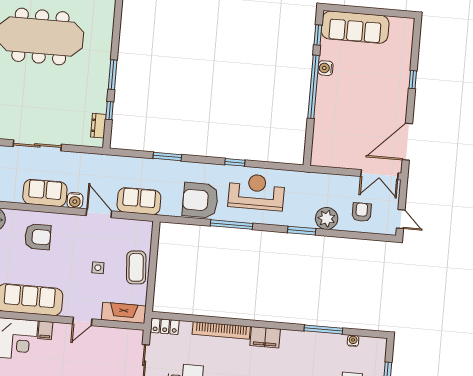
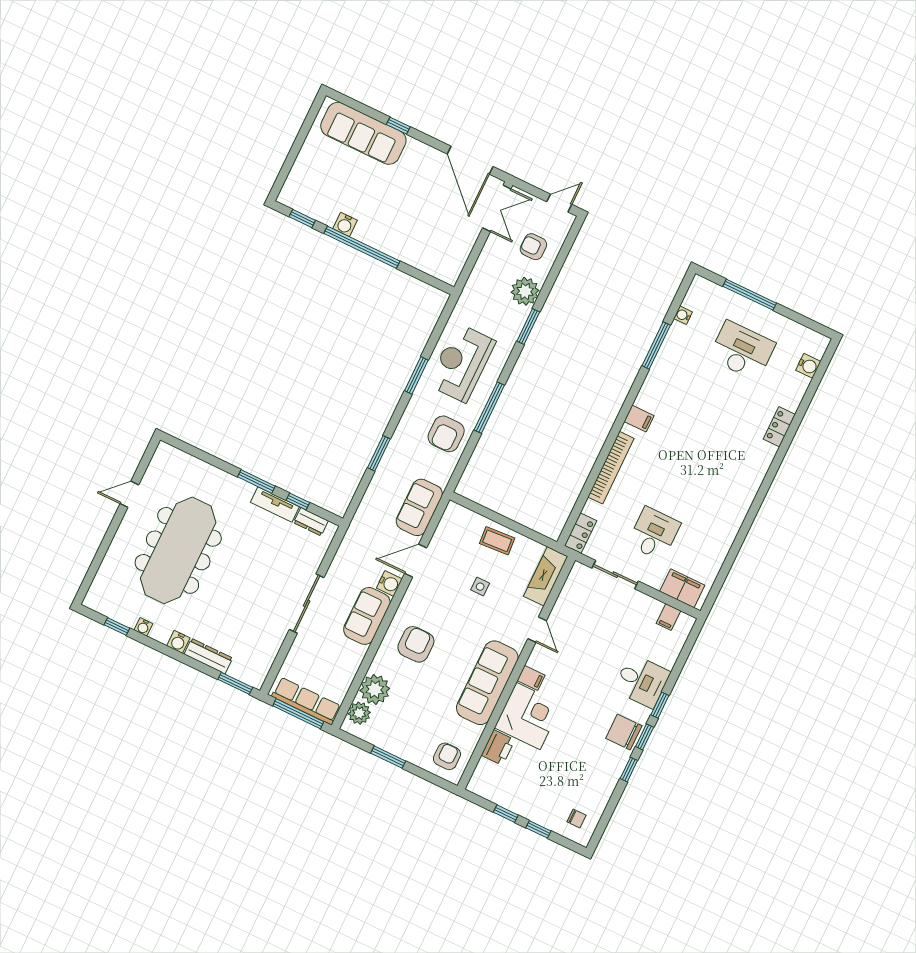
sofa: (355, 27) -> (363, 133), moved, turned 90
tv unit: (101, 95) -> (275, 505), added
window: (235, 162) -> (416, 375), width x1.50
armchair: (200, 200) -> (446, 434), width x0.73, depth x0.73
coffee table: (136, 267) -> (497, 541), width x0.73, depth x0.77
filing cabinet: (265, 337) -> (639, 419), width x0.50

